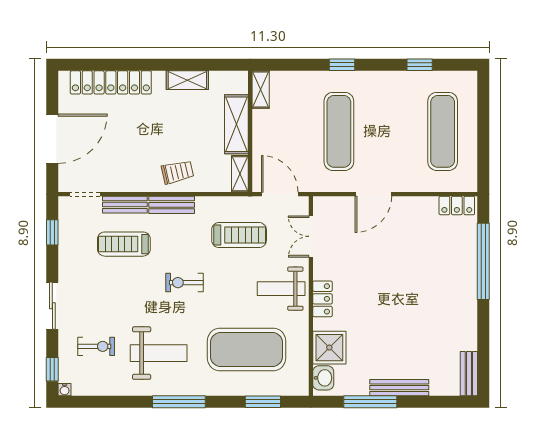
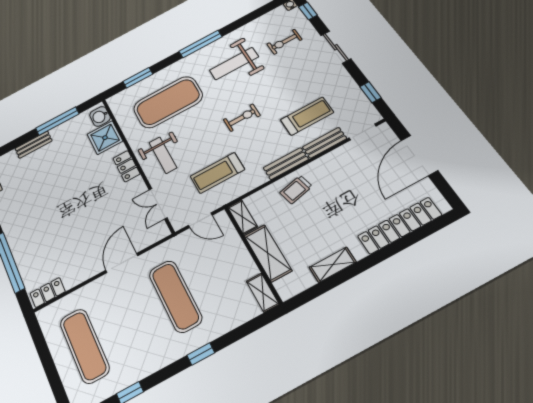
door: (280, 194) -> (200, 220), width x0.73
double door: (311, 236) -> (158, 204), swing flipped
weight bench: (281, 289) -> (163, 155), turned 90
bench: (399, 388) -> (34, 145), width x0.73

